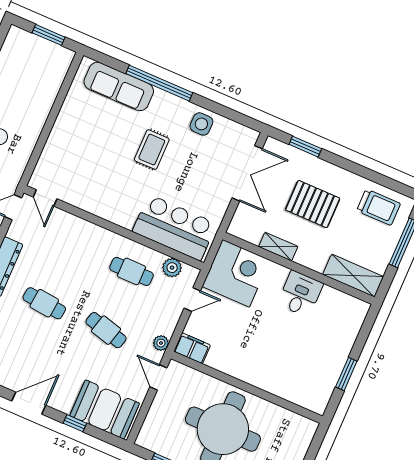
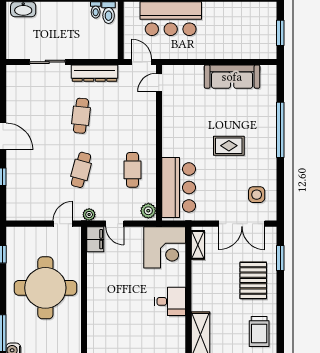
sofa: (119, 86) -> (232, 77), moved, turned -90
side table: (201, 124) -> (257, 195), moved
pallet: (313, 204) -> (253, 280), moved
shelving: (278, 247) -> (198, 245), moved
plant: (172, 268) -> (148, 211), moved
door: (192, 300) -> (115, 224), moved
booth: (105, 410) -> (22, 194), removed

